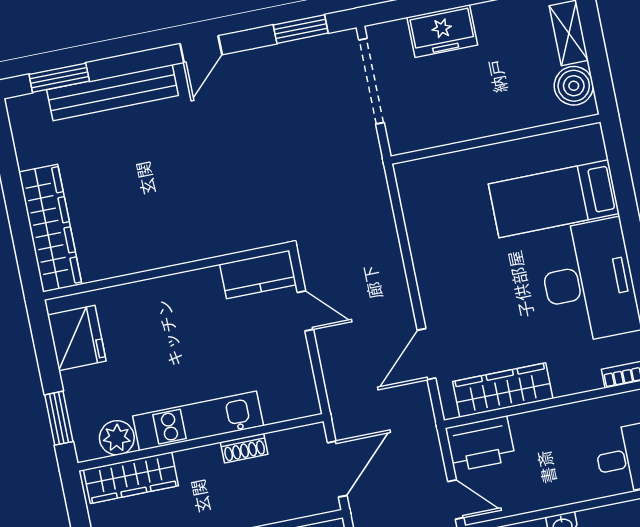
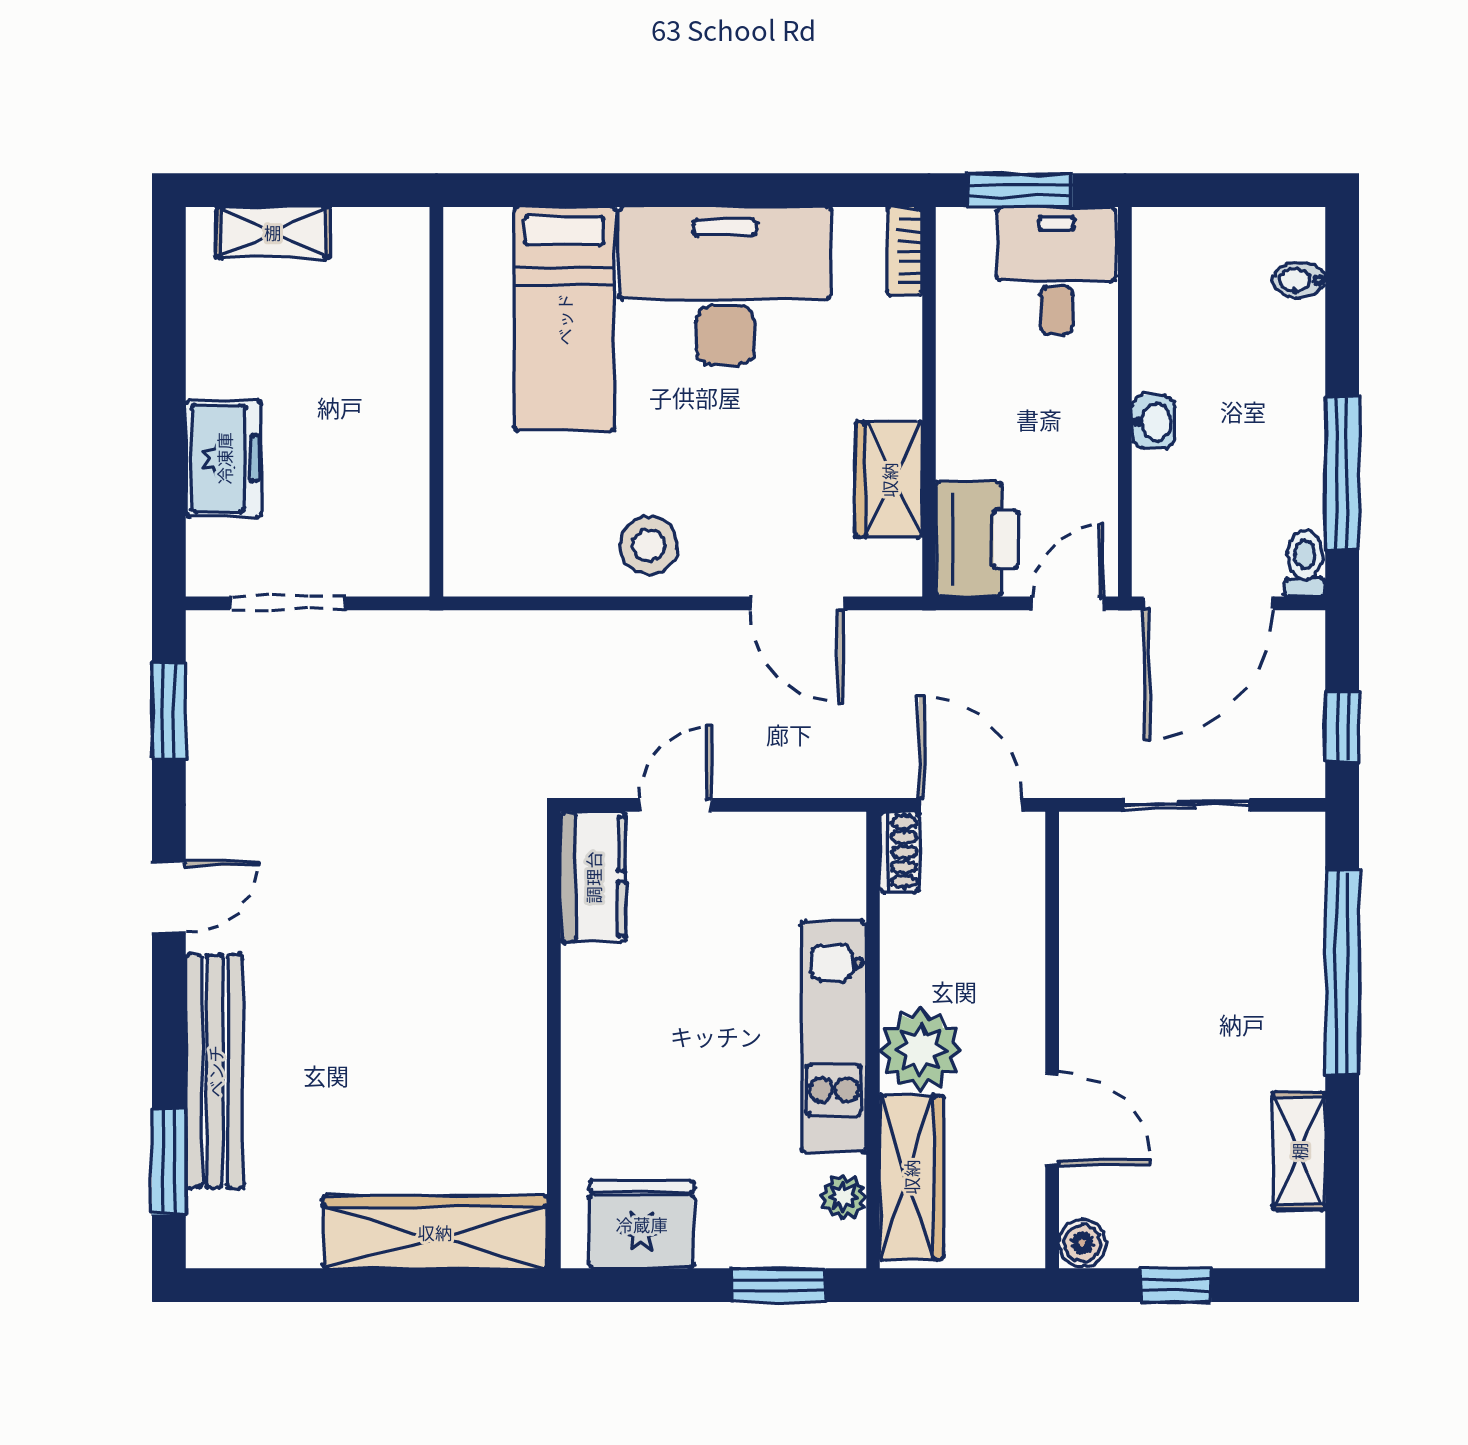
door: (201, 49) -> (169, 897), hinge flipped
doorway: (371, 81) -> (288, 603), width x0.73
boiler: (574, 86) -> (369, 242), removed
stool: (442, 269) -> (649, 545), added
wardrobe: (503, 390) -> (889, 480), width x0.67
plant: (117, 438) -> (843, 1197), width x0.73, depth x0.73
shoe rack: (244, 448) -> (899, 852), moved
plant: (200, 469) -> (921, 1050), added

